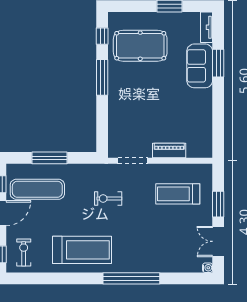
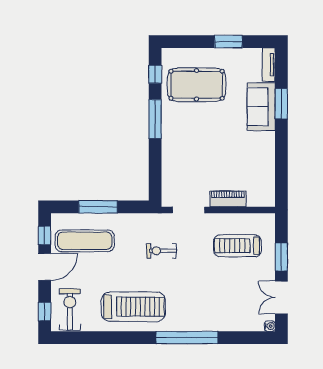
exercise bike: (24, 252) -> (70, 310), width x1.38, depth x1.39

